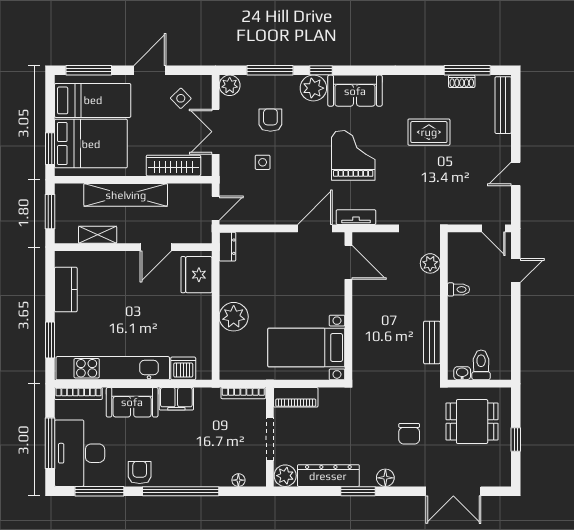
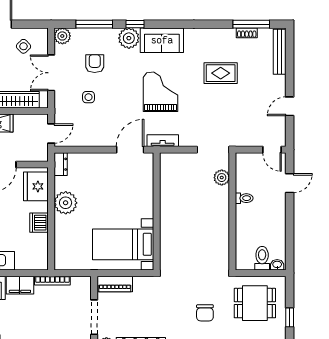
door: (348, 262) -> (157, 177), removed
plant: (234, 317) -> (66, 203), moved
bench: (432, 342) -> (223, 240), removed
dishwasher: (183, 368) -> (39, 223), moved, turned -90
washbasin: (462, 373) -> (277, 265), moved
bookcase: (243, 393) -> (52, 281), moved

